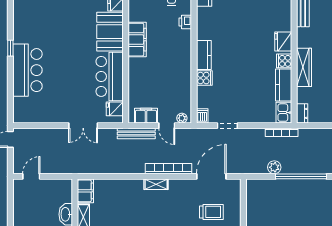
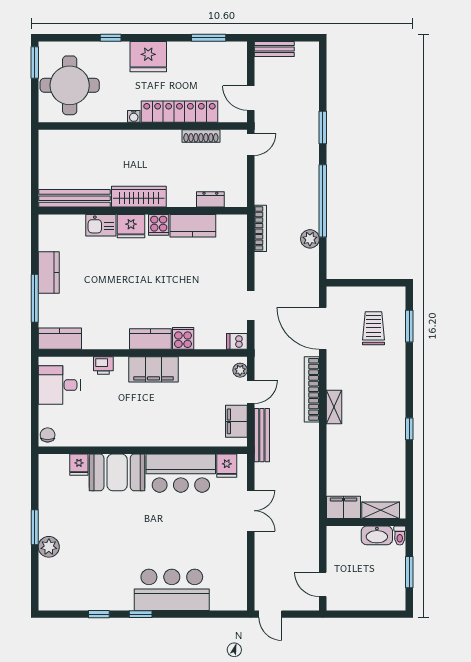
window: (10, 19) -> (99, 614), added
filing cabinet: (137, 40) -> (154, 369), moved, turned 180
wardrobe: (304, 67) -> (139, 197), moved
kitchen sink: (284, 113) -> (101, 225), moved
dresser: (302, 113) -> (210, 199), moved

